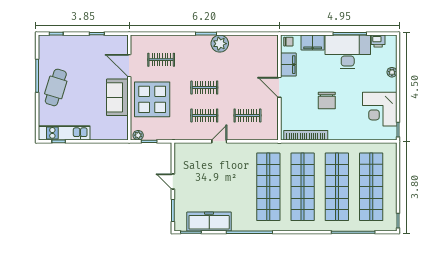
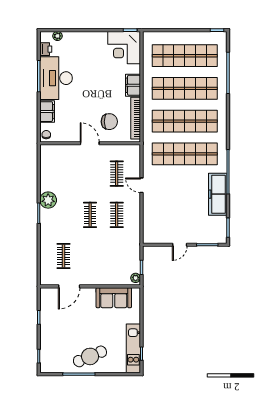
filing cabinet: (288, 65) -> (133, 85), moved, turned -90
plant: (392, 72) -> (57, 36), moved
cafe table: (56, 87) -> (90, 356), turned -40
door: (279, 87) -> (90, 143), swing flipped
sofa: (117, 97) -> (114, 298), moved
display table: (152, 99) -> (101, 265), removed
chair: (327, 100) -> (109, 122), moved
corner desk: (380, 109) -> (124, 48), moved, turned 90
door: (219, 141) -> (141, 185), moved
freezer: (209, 222) -> (218, 194), moved

